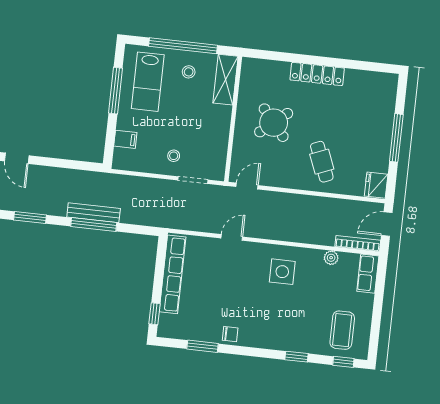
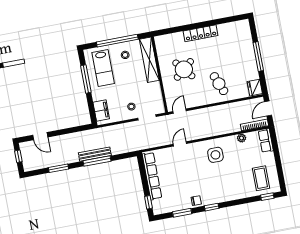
shelving: (226, 80) -> (149, 60), width x1.47
filing cabinet: (125, 139) -> (101, 110), width x2.00
window: (297, 357) -> (212, 207), moved

